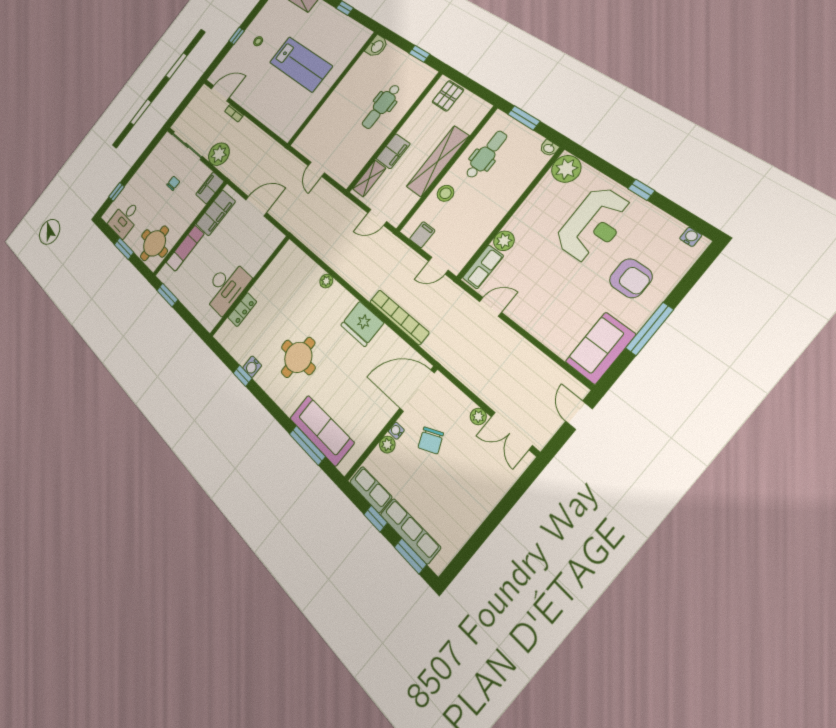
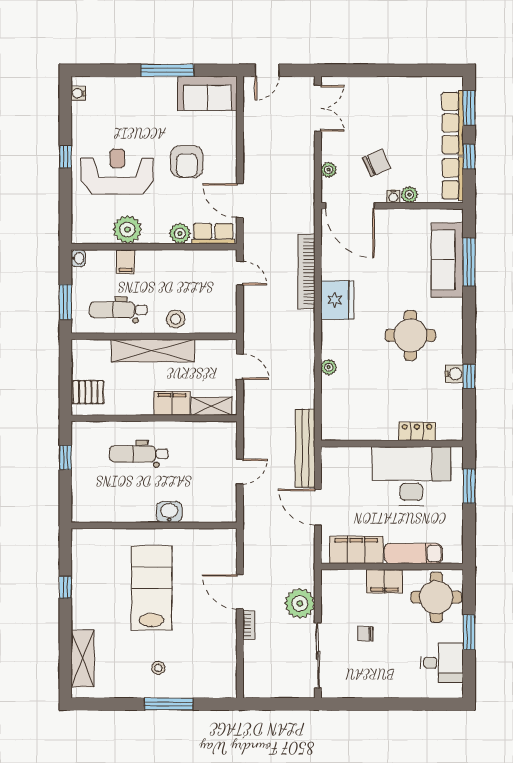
window: (237, 36) -> (169, 704), width x2.17
washbasin: (377, 46) -> (169, 512), moved
door: (220, 93) -> (240, 592), moved
dental chair: (381, 107) -> (139, 454), turned 180
plant: (566, 169) -> (127, 230), moved
filing cabinet: (210, 188) -> (384, 581), moved
window: (117, 192) -> (425, 704), removed
bench: (294, 224) -> (305, 448), added
filing cabinet: (422, 235) -> (126, 262), moved, turned -90
armchair: (631, 278) -> (187, 162), moved, turned 180
desk: (226, 287) -> (411, 476), width x1.36, depth x1.30
window: (167, 295) -> (469, 486), moved
door: (491, 307) -> (240, 201), width x1.38
plant: (478, 416) -> (329, 170), moved

